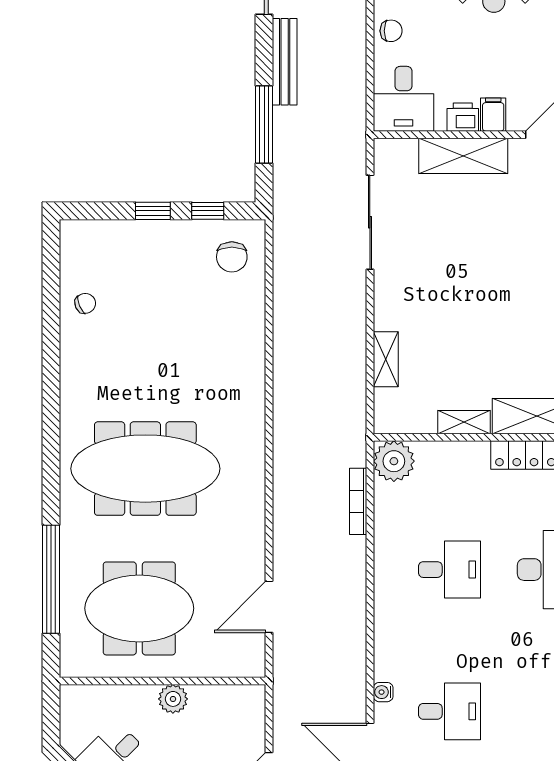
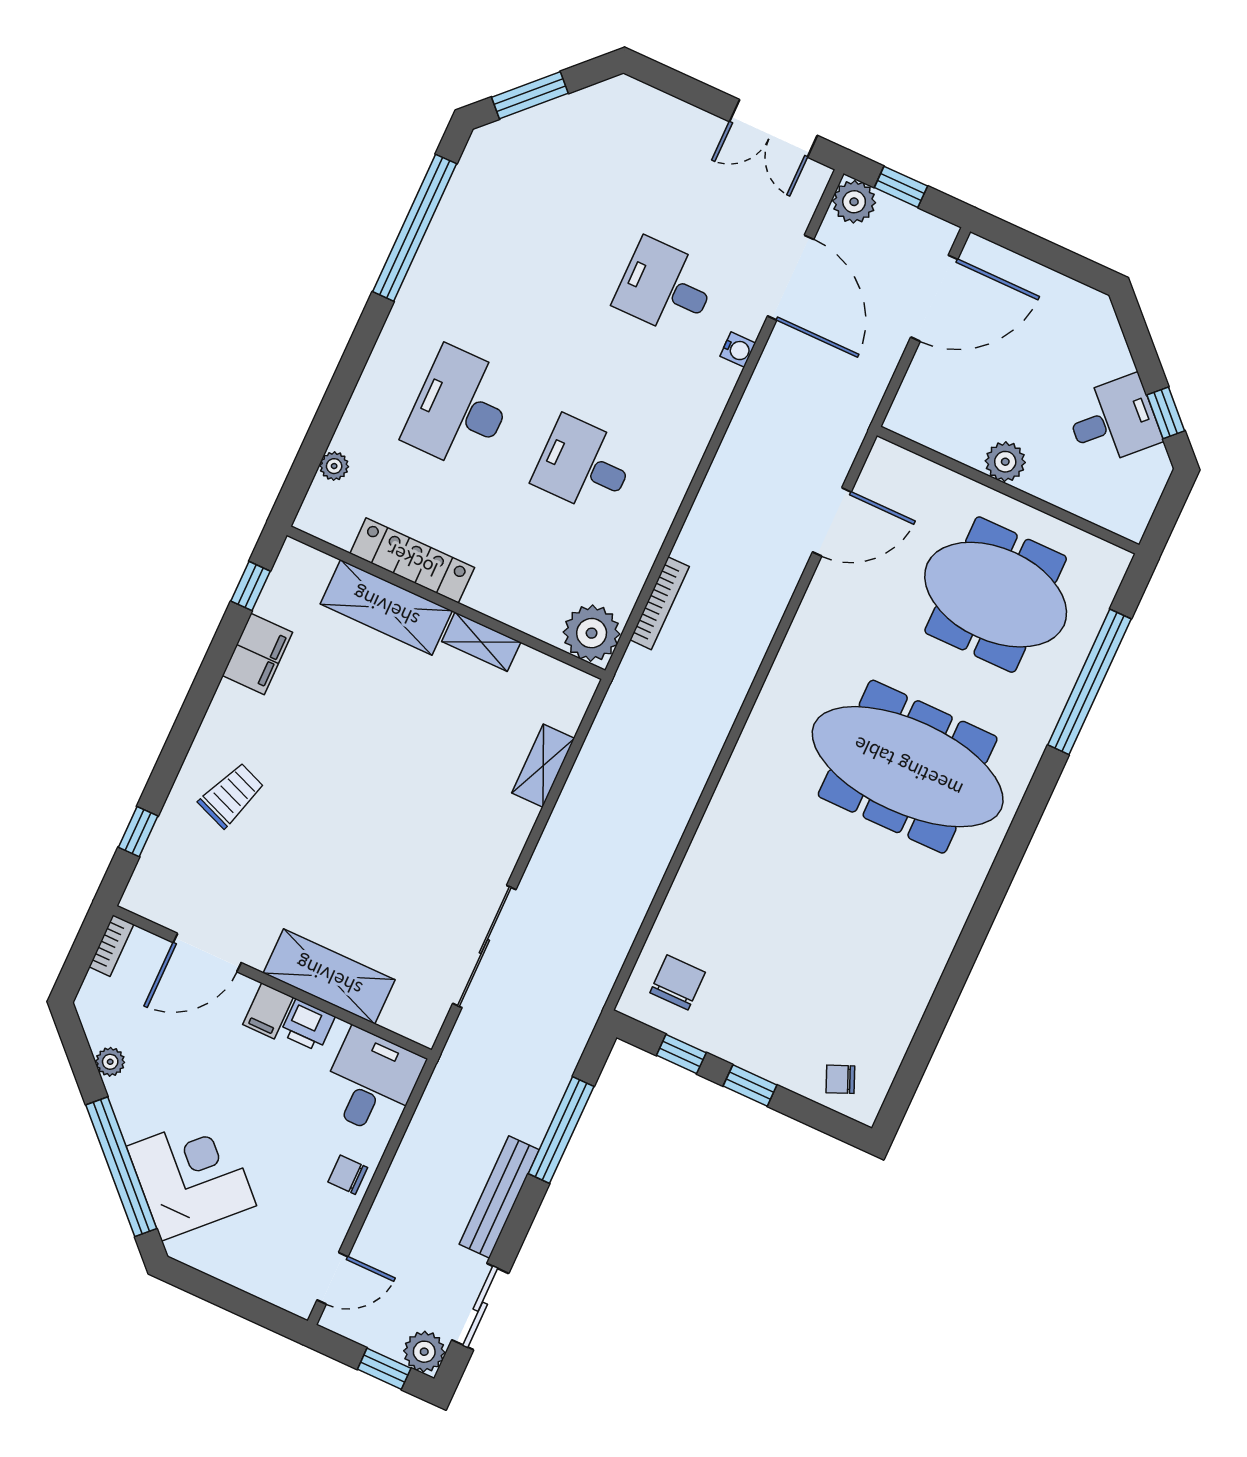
chair: (85, 303) -> (840, 1079), moved

